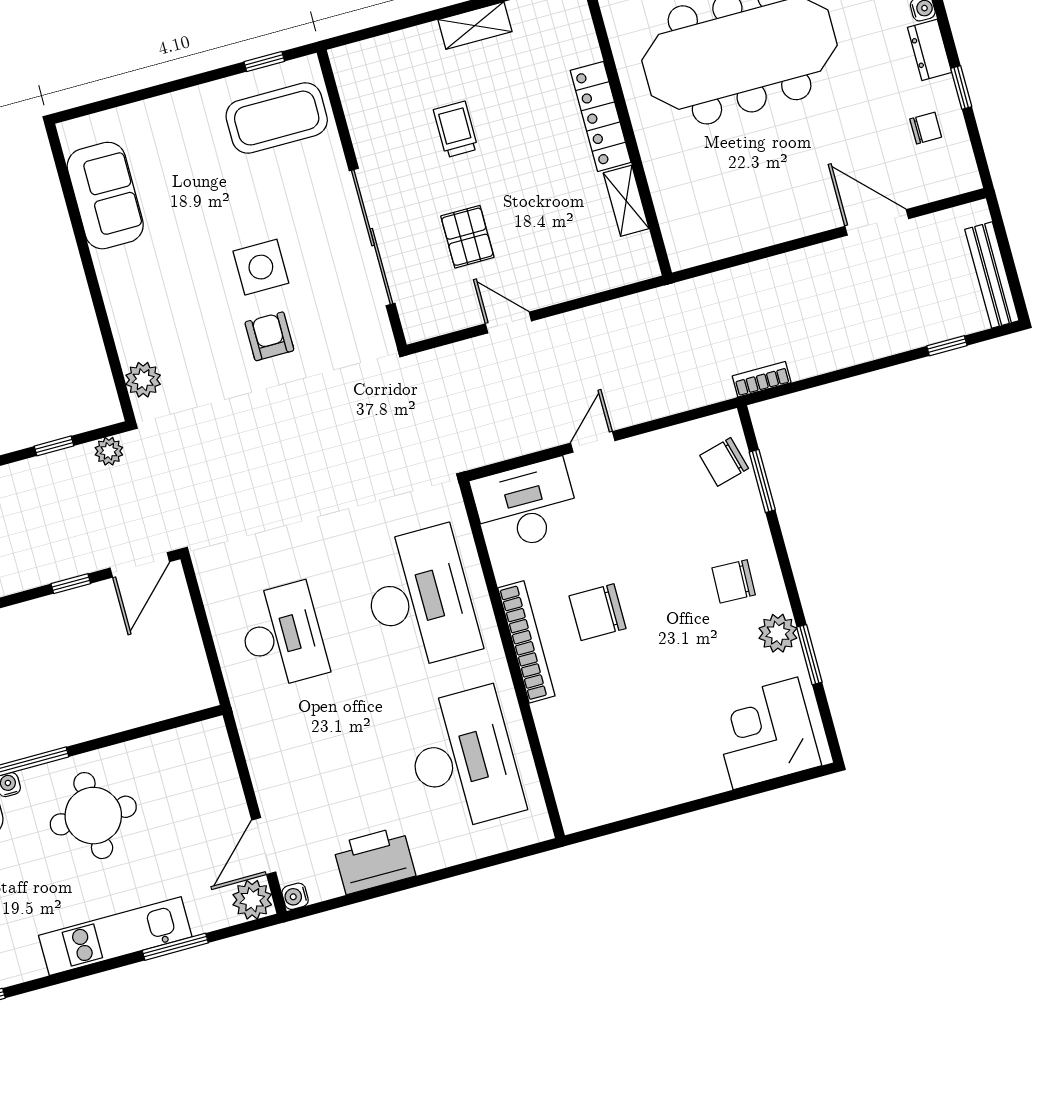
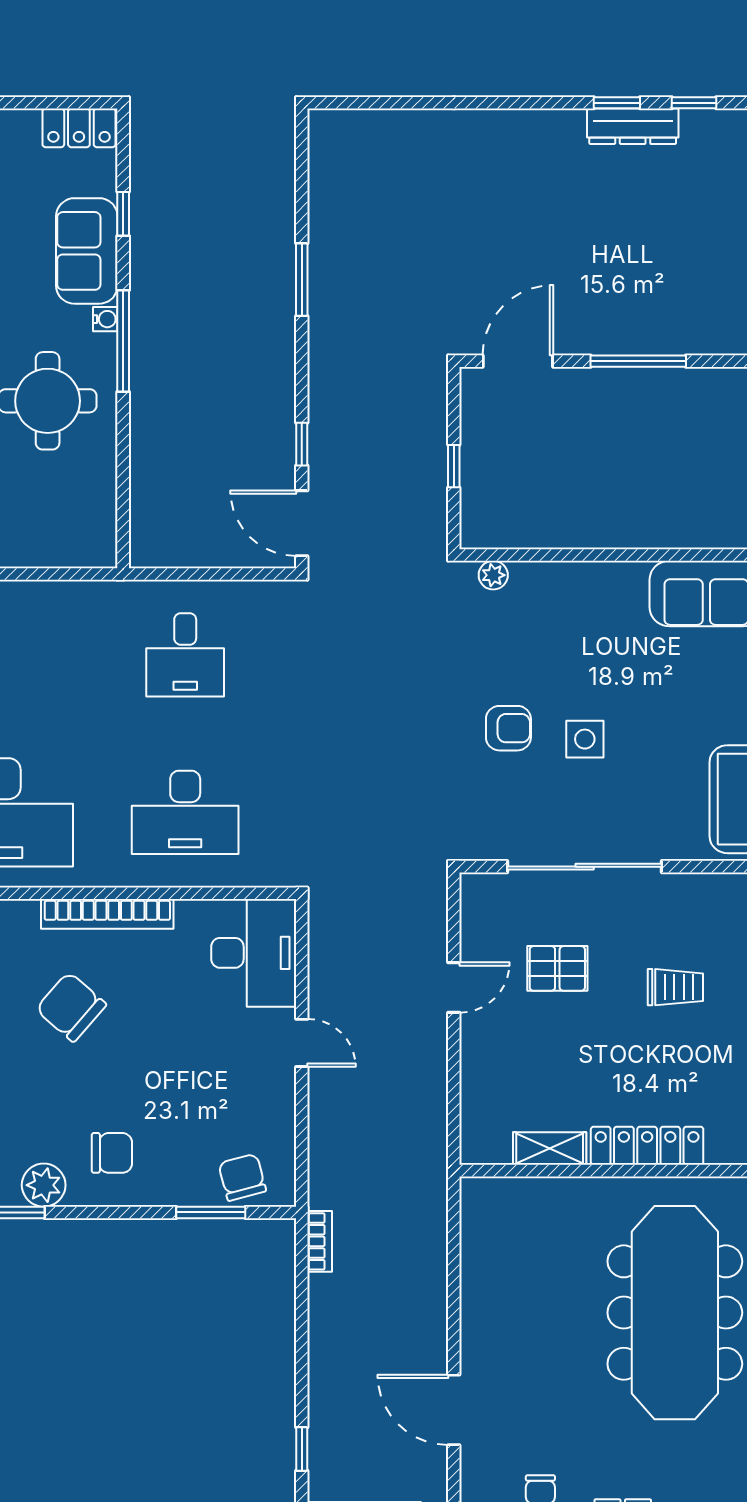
door: (877, 222) -> (454, 1410), swing flipped
side table: (261, 267) -> (585, 739), width x0.73, depth x0.73
plant: (143, 380) -> (493, 575), width x0.73, depth x0.73
plant: (109, 451) -> (432, 523), removed
chair: (734, 581) -> (112, 1153), turned 88
desk: (419, 598) -> (185, 812), width x0.73, depth x0.77
chair: (598, 612) -> (71, 1007), moved, turned -49
desk: (282, 635) -> (185, 655), width x0.73

